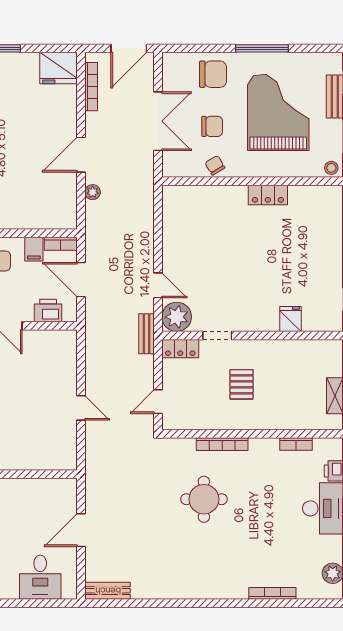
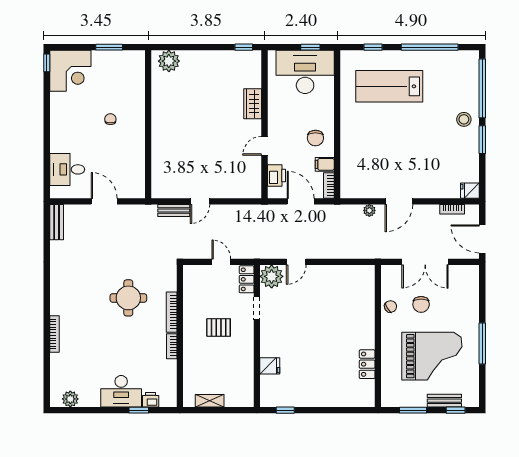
fridge: (59, 68) -> (470, 191), width x0.53, depth x0.75
chair: (213, 74) -> (462, 305), removed
bookcase: (91, 87) -> (452, 209), width x0.64
door: (81, 155) -> (399, 201), swing flipped
stool: (331, 168) -> (388, 398), removed
locker: (268, 195) -> (367, 364), moved
door: (81, 280) -> (301, 201), hinge flipped
bench: (147, 334) -> (174, 210), moved
door: (158, 402) -> (221, 262), moved
bookcase: (296, 444) -> (172, 346), moved
bookcase: (272, 593) -> (54, 334), moved

